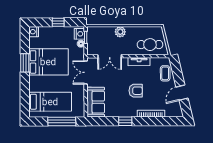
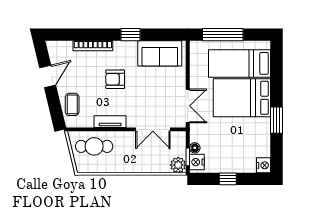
plant: (120, 32) -> (178, 165), moved
double door: (110, 56) -> (153, 129), swing flipped
bed: (48, 62) -> (242, 98), moved
sofa: (96, 102) -> (160, 53), moved, turned -90

